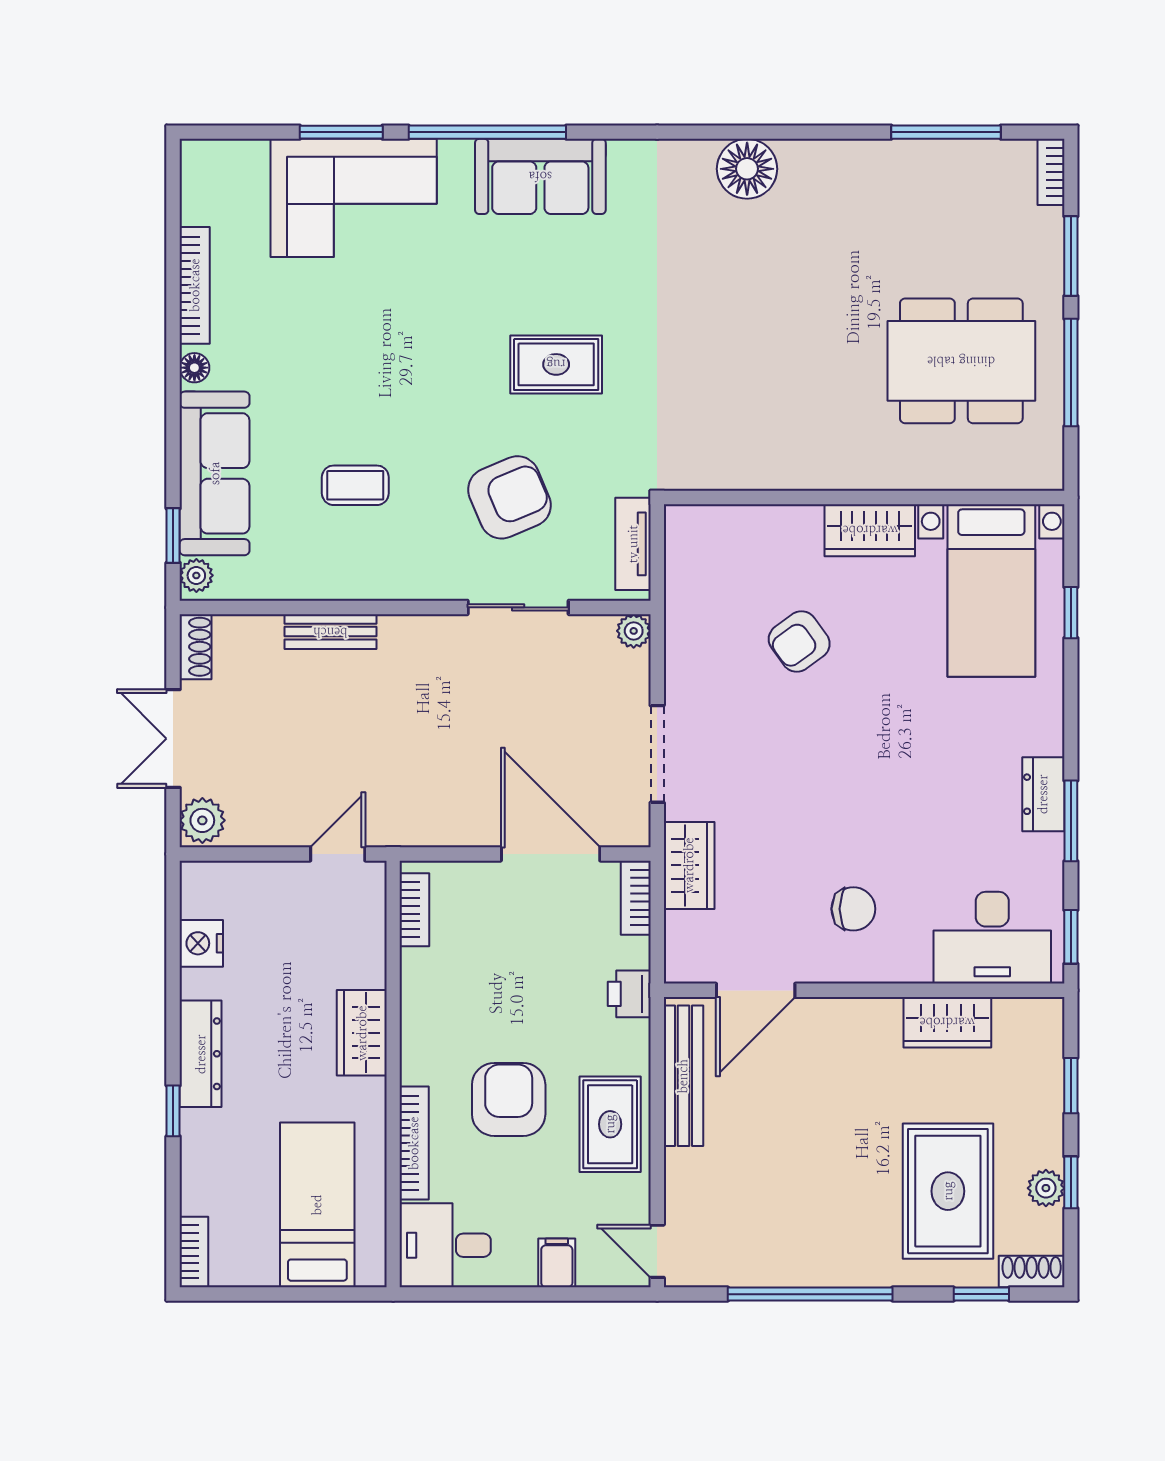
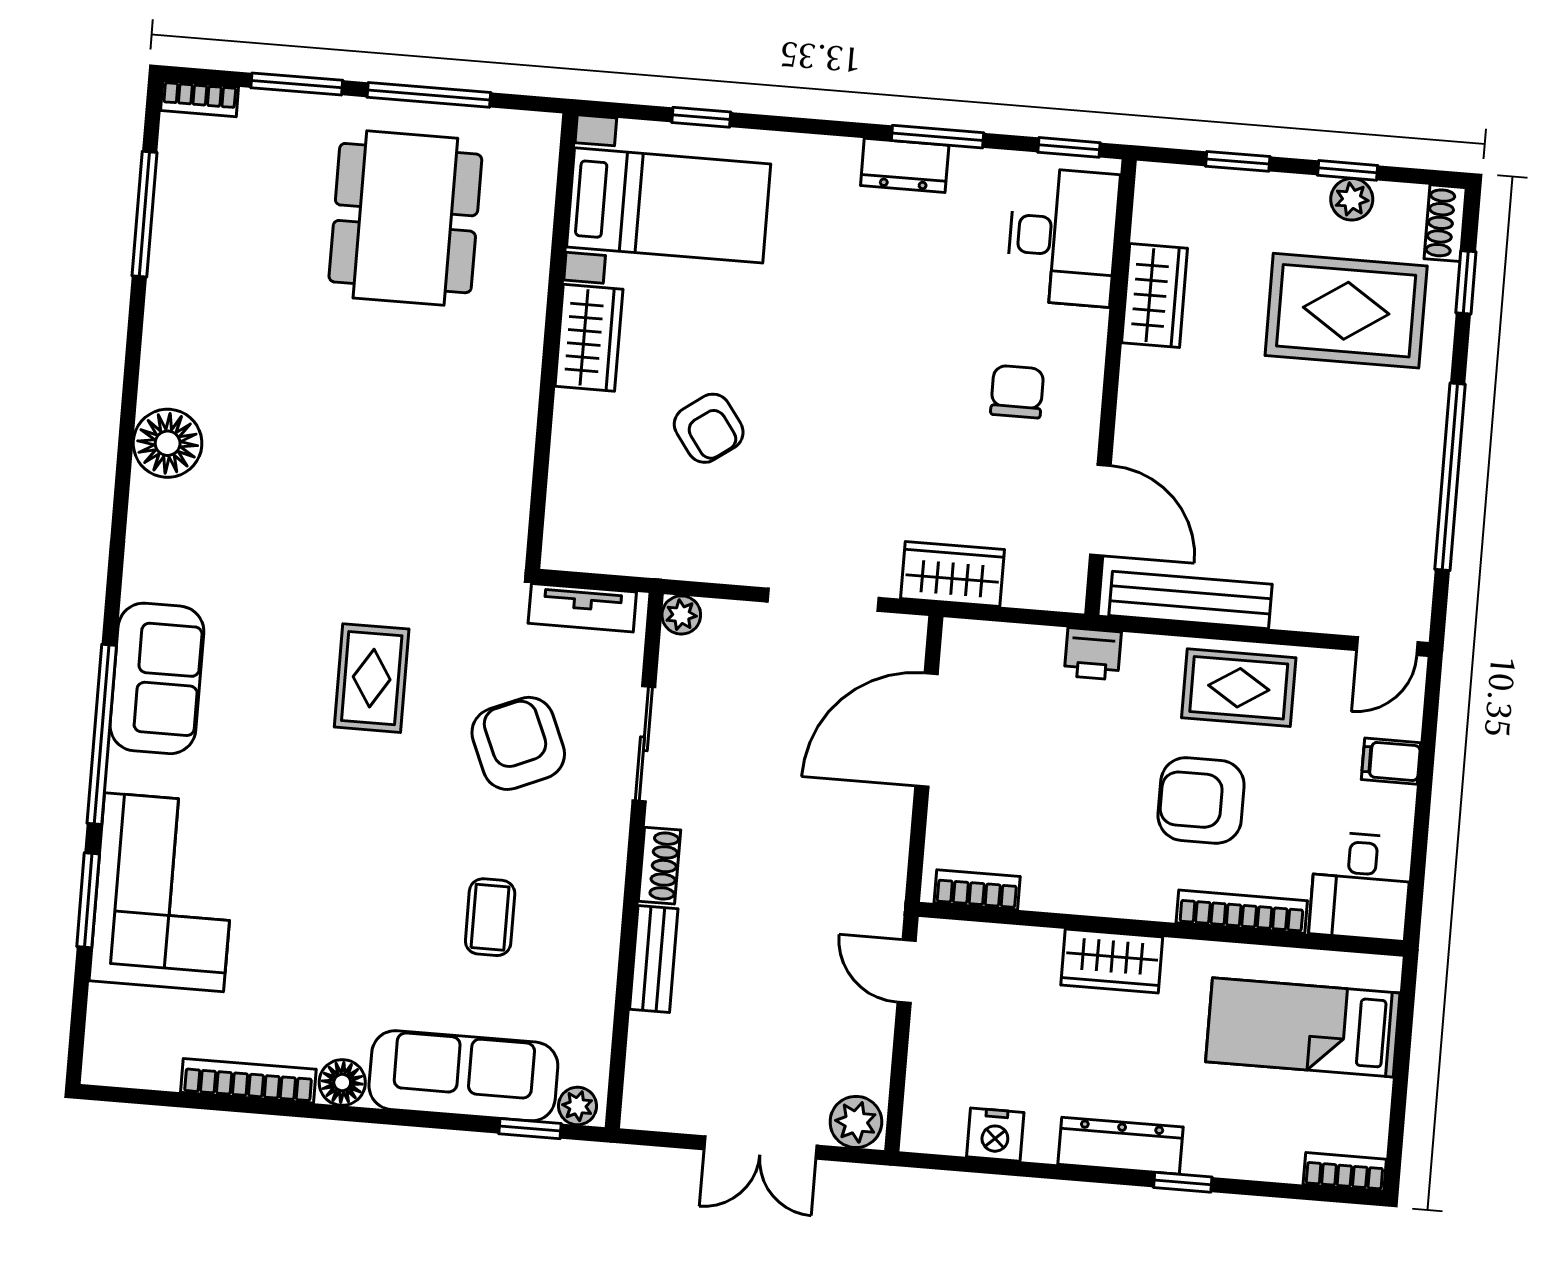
floor lamp: (194, 368) -> (342, 1082), width x1.37, depth x1.37
shoe rack: (196, 647) -> (660, 866), moved, turned 90
bookcase: (636, 898) -> (984, 637), removed

